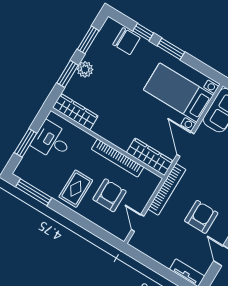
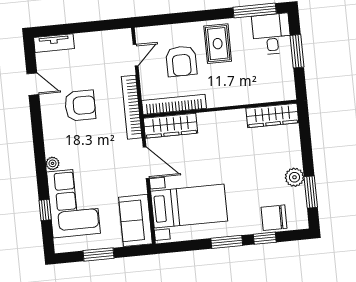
plant: (85, 69) -> (294, 177), moved
window: (68, 74) -> (306, 145), removed
desk: (52, 141) -> (272, 34), moved, turned -90
bookcase: (118, 158) -> (174, 104), moved
armchair: (201, 217) -> (80, 106), turned -90
door: (138, 223) -> (136, 55), hinge flipped

